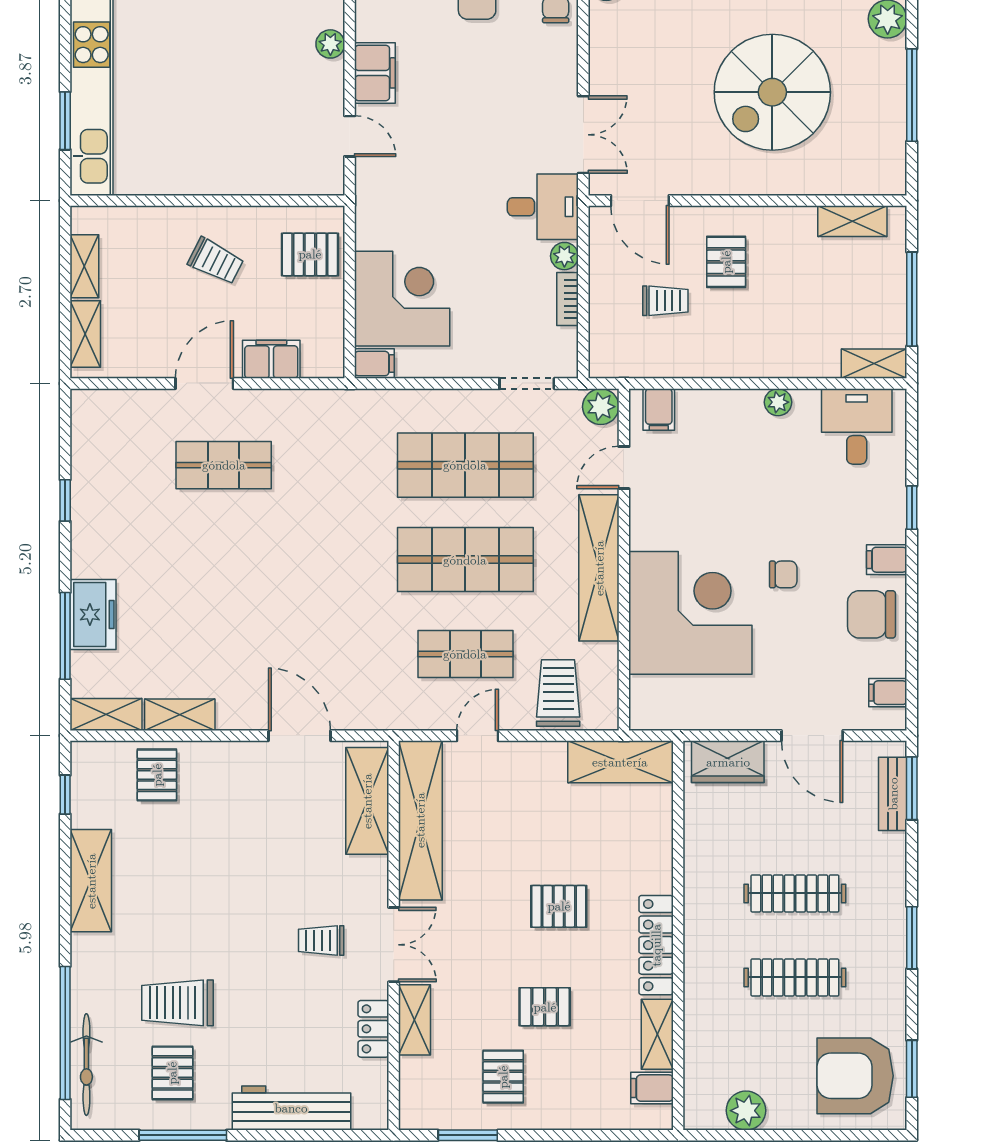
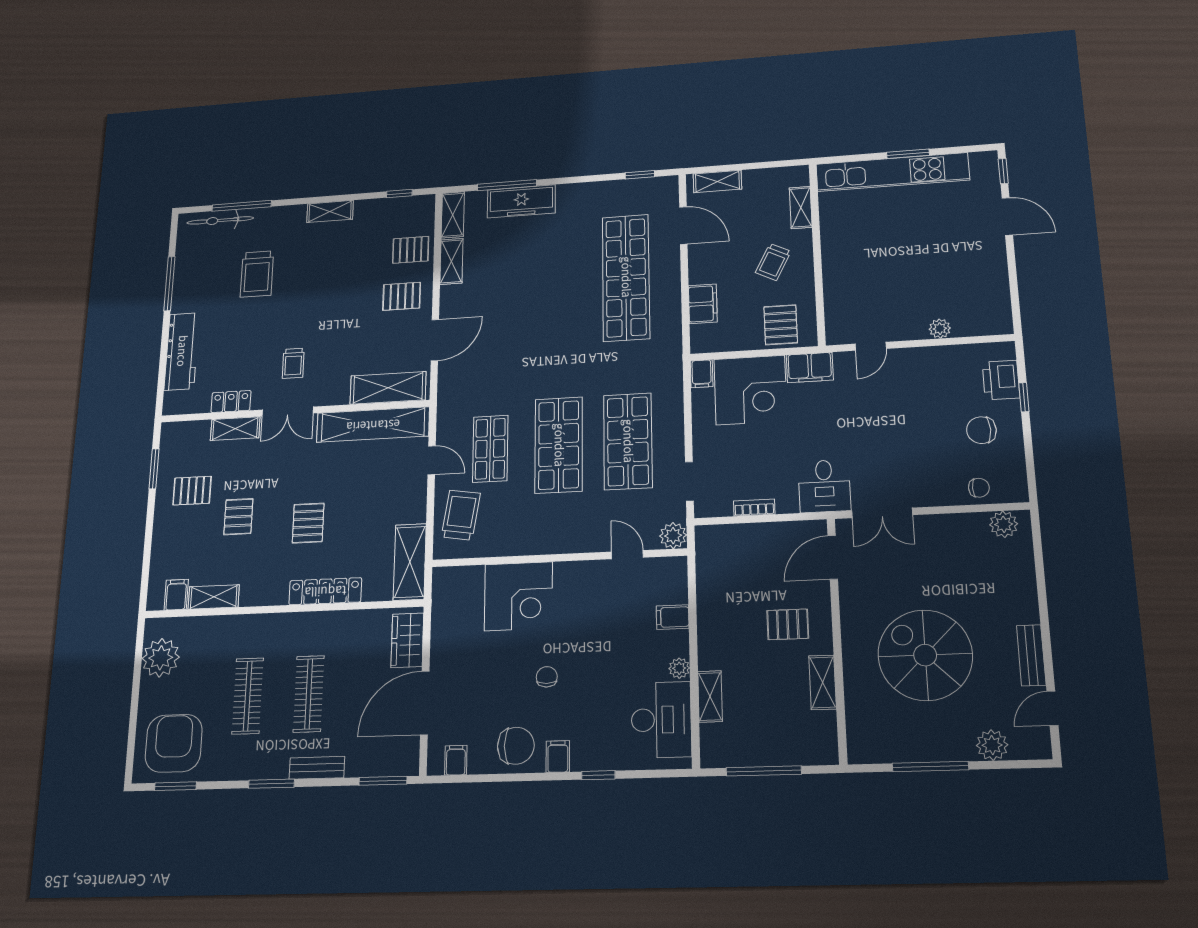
filing cabinet: (375, 73) -> (810, 368), moved
window: (65, 121) -> (908, 154), moved
shelving: (852, 221) -> (823, 682), moved
plant: (564, 256) -> (787, 504), removed
shelving: (84, 266) -> (801, 208), moved, turned 90
trolley: (665, 301) -> (756, 580), removed
shelving: (874, 364) -> (710, 696), moved
door: (204, 383) -> (683, 226), moved
filing cabinet: (659, 409) -> (673, 617), moved
desk: (857, 426) -> (661, 720), width x1.37
shop shelf: (224, 465) -> (626, 277), width x2.00, depth x1.36
window: (65, 500) -> (640, 175), moved
shelving: (599, 568) -> (552, 540), removed
chair: (783, 574) -> (547, 677), turned 180
corner desk: (690, 613) -> (518, 596), width x0.74, depth x0.74
freezer: (93, 614) -> (521, 201), width x1.40
chair: (871, 614) -> (516, 746), turned 90
trolley: (558, 693) -> (461, 515), turned -81
door: (812, 736) -> (425, 703), width x1.36
bench: (893, 794) -> (317, 768), moved
shelving: (91, 881) -> (330, 211), width x0.67, depth x0.75
trolley: (321, 940) -> (293, 363), turned 180
locker: (656, 945) -> (325, 591), moved
trolley: (177, 1003) -> (257, 274), turned 180
window: (65, 1033) -> (242, 206), width x0.68
pallet: (172, 1073) -> (402, 296), moved
plant: (746, 1111) -> (161, 658), width x1.36, depth x1.36

